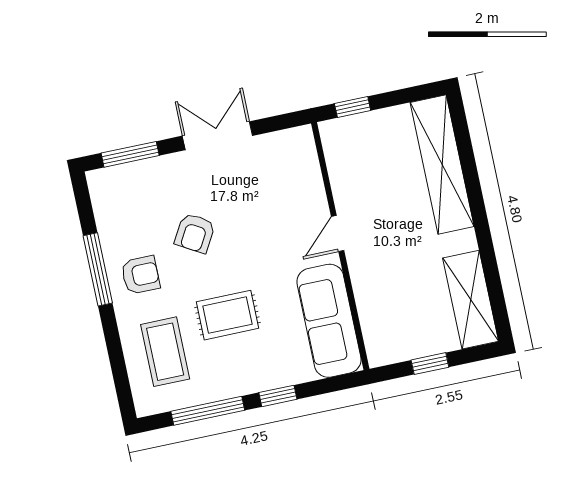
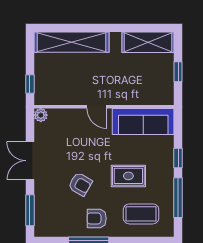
plant: (302, 138) -> (41, 115), added
armchair: (140, 275) -> (97, 218), turned -90
rug: (227, 315) -> (128, 176), turned 90

